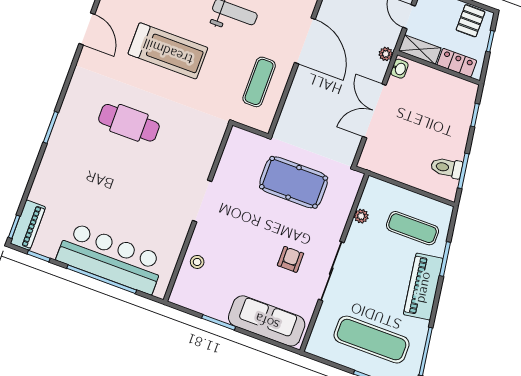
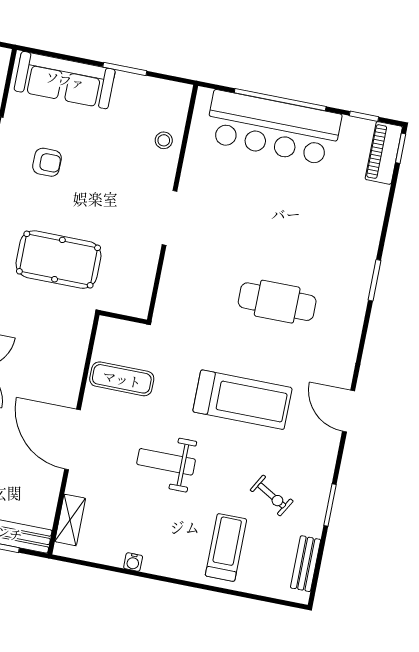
treadmill: (168, 51) -> (242, 400), turned 180
exercise mat: (259, 82) -> (122, 379), turned 90
armchair: (290, 259) -> (47, 162), turned -90

